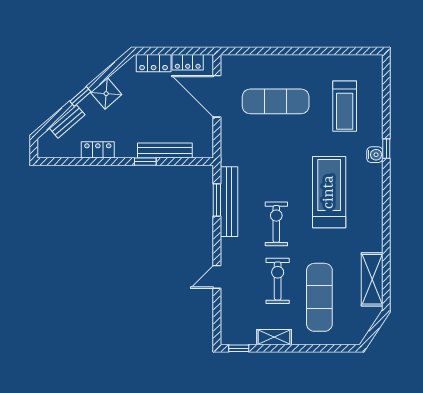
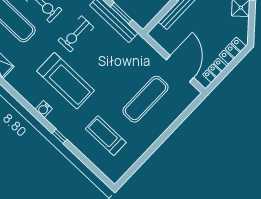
door: (217, 96) -> (180, 69), hinge flipped
water cooler: (375, 155) -> (44, 109), moved
exercise bike: (276, 224) -> (76, 34), turned 90

